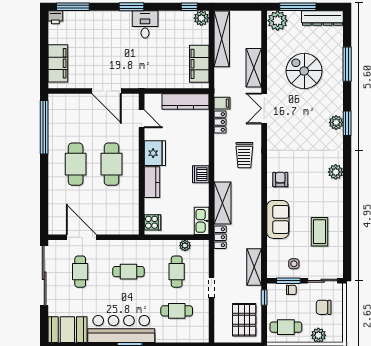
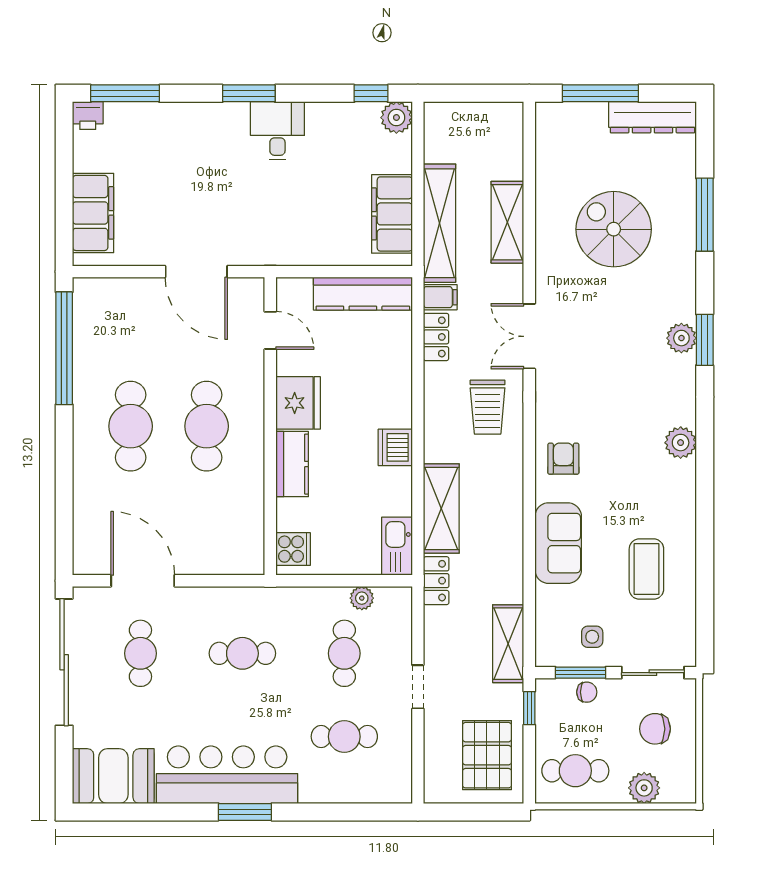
plant: (278, 21) -> (558, 123), removed
shelving: (222, 39) -> (440, 223), moved
double door: (264, 108) -> (529, 336), moved

